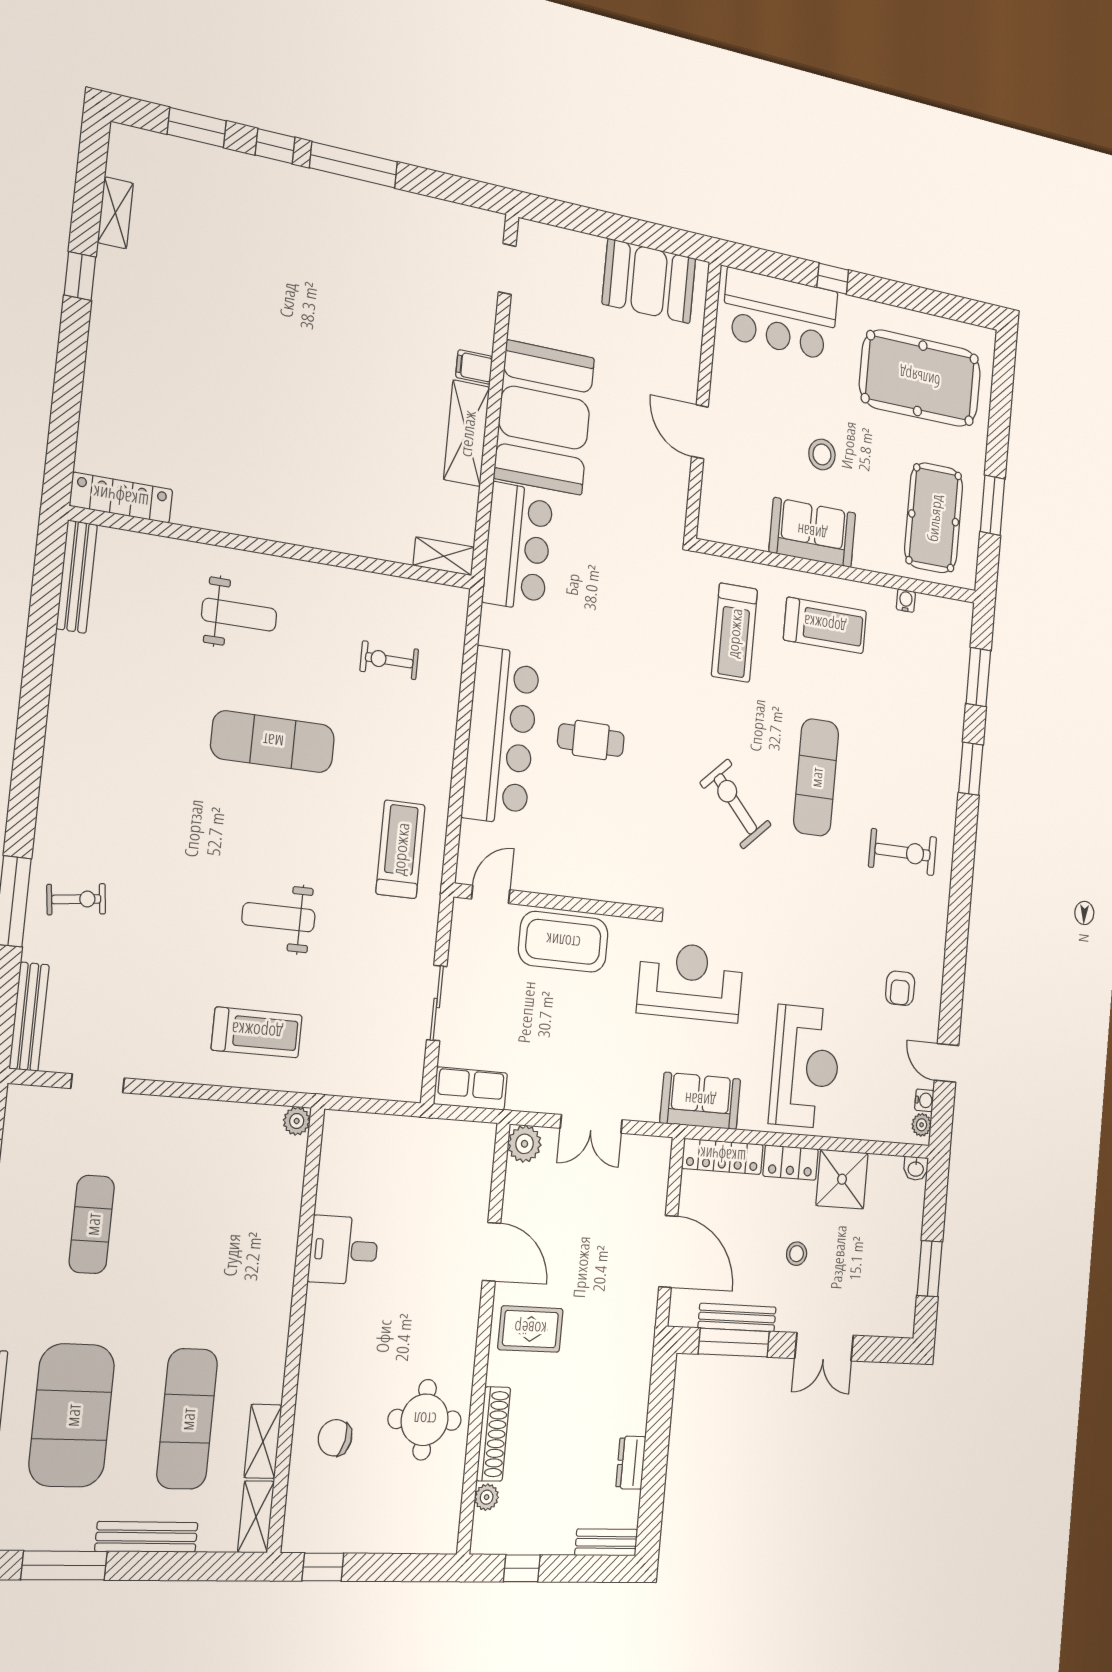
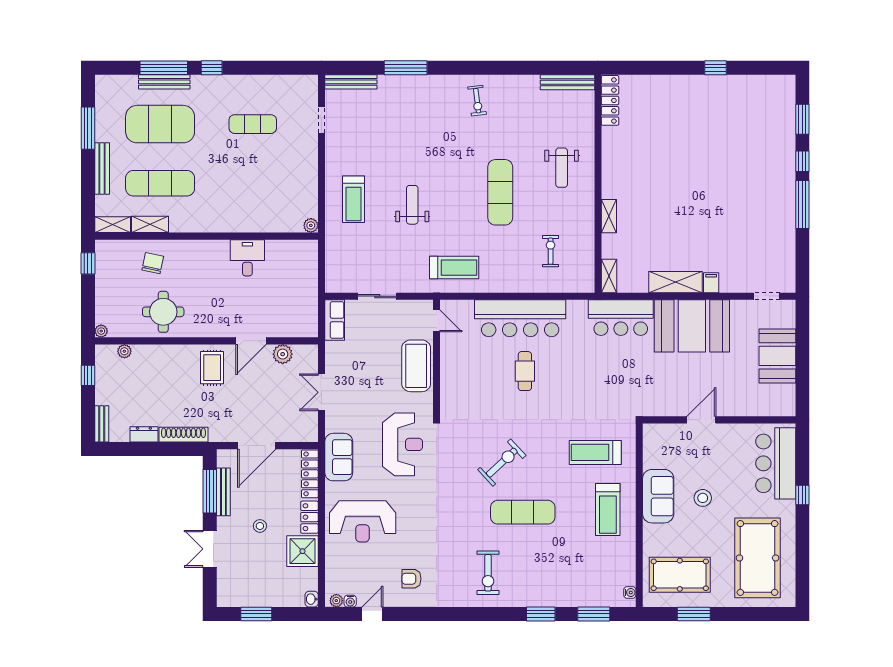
shelving: (115, 213) -> (609, 216), moved, turned 90
booth: (649, 281) -> (777, 356), moved
water cooler: (906, 601) -> (630, 592), moved
exercise bike: (76, 899) -> (477, 101), moved
plant: (524, 1144) -> (283, 354), moved
shoe rack: (493, 1434) -> (184, 435), moved, turned 180
plant: (447, 1542) -> (101, 331), added

